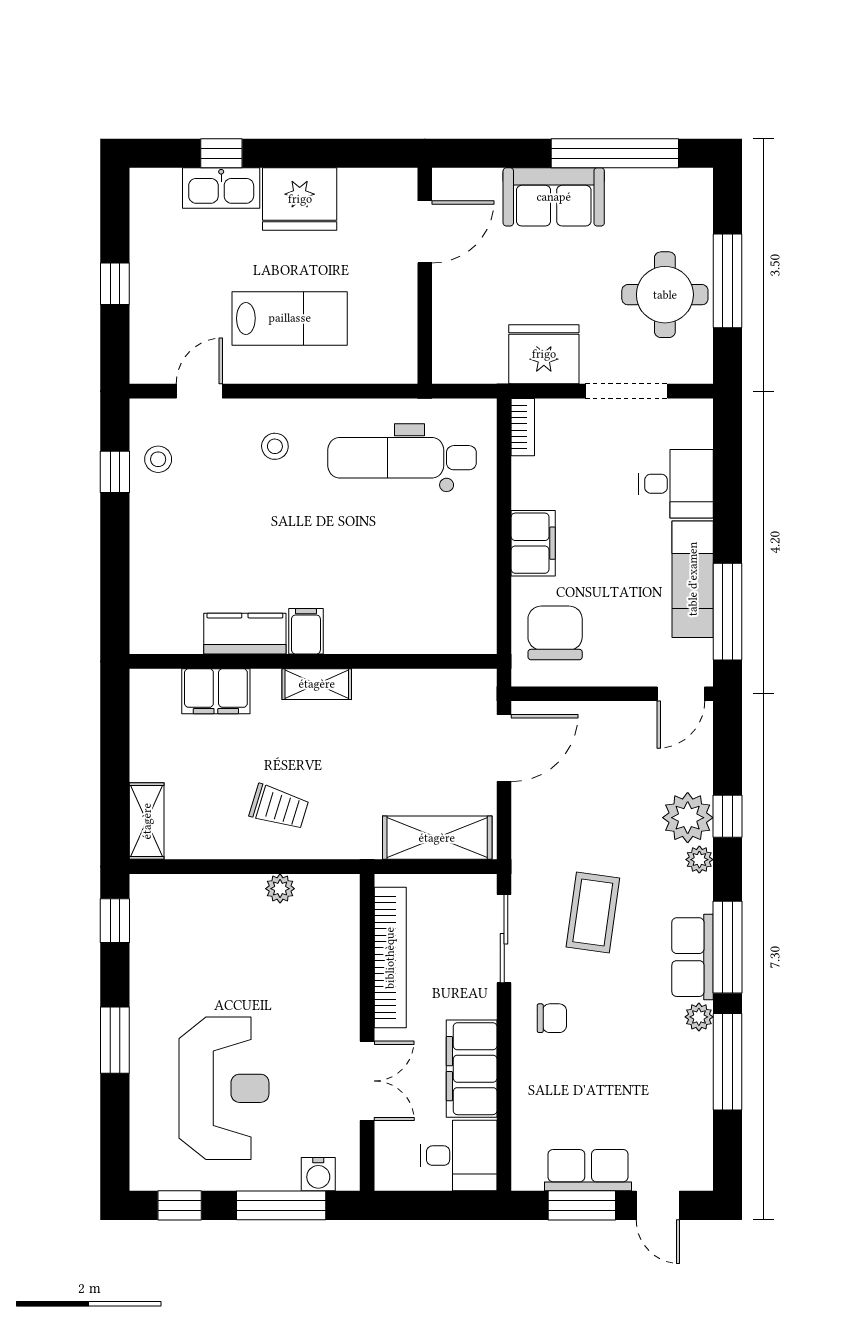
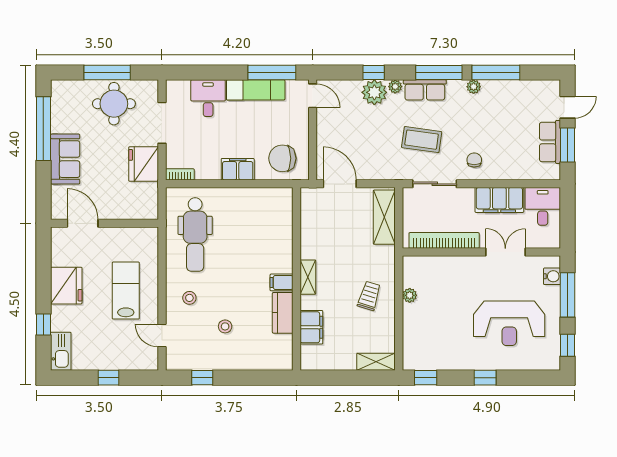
kitchen sink: (221, 188) -> (61, 351), moved
stool: (158, 459) -> (225, 326), moved
row of seats: (692, 957) -> (425, 90), moved
window: (115, 1040) -> (485, 378), width x0.67
reception desk: (224, 1088) -> (509, 323), turned 180

